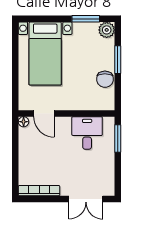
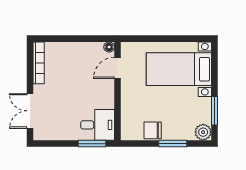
desk: (87, 133) -> (98, 125), moved

